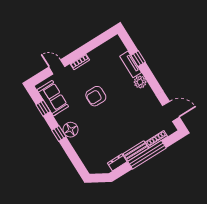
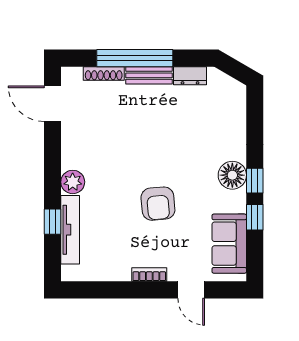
tv unit: (131, 64) -> (70, 230), width x1.41
armchair: (96, 96) -> (158, 204), turned 85
window: (43, 108) -> (255, 217), moved

